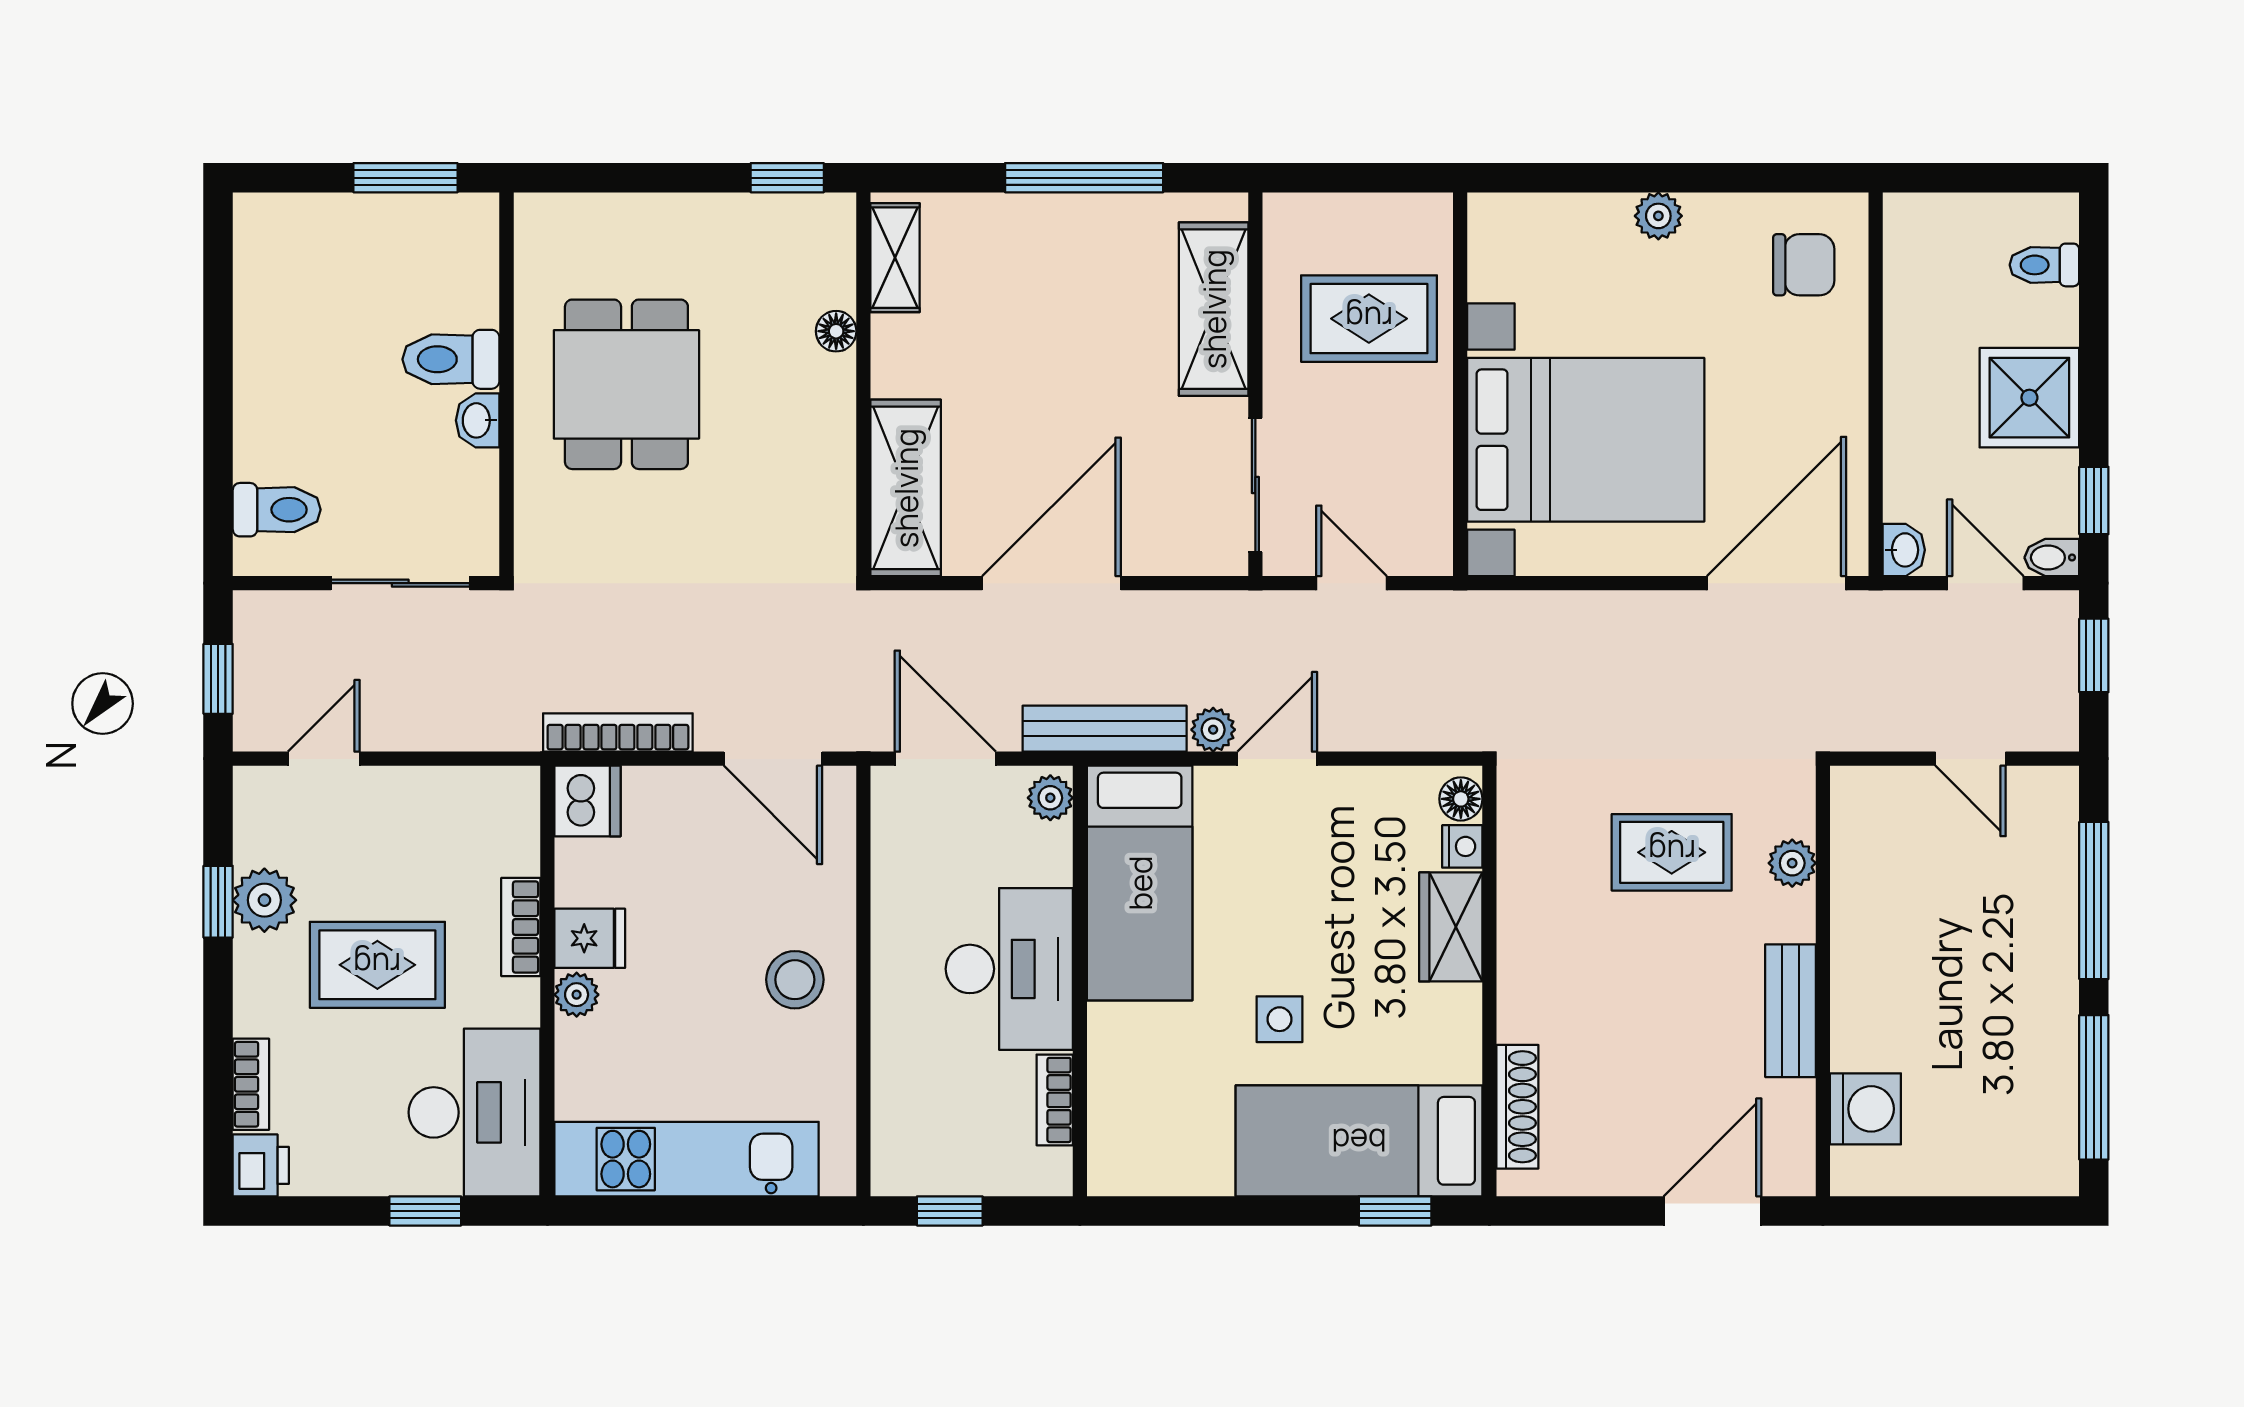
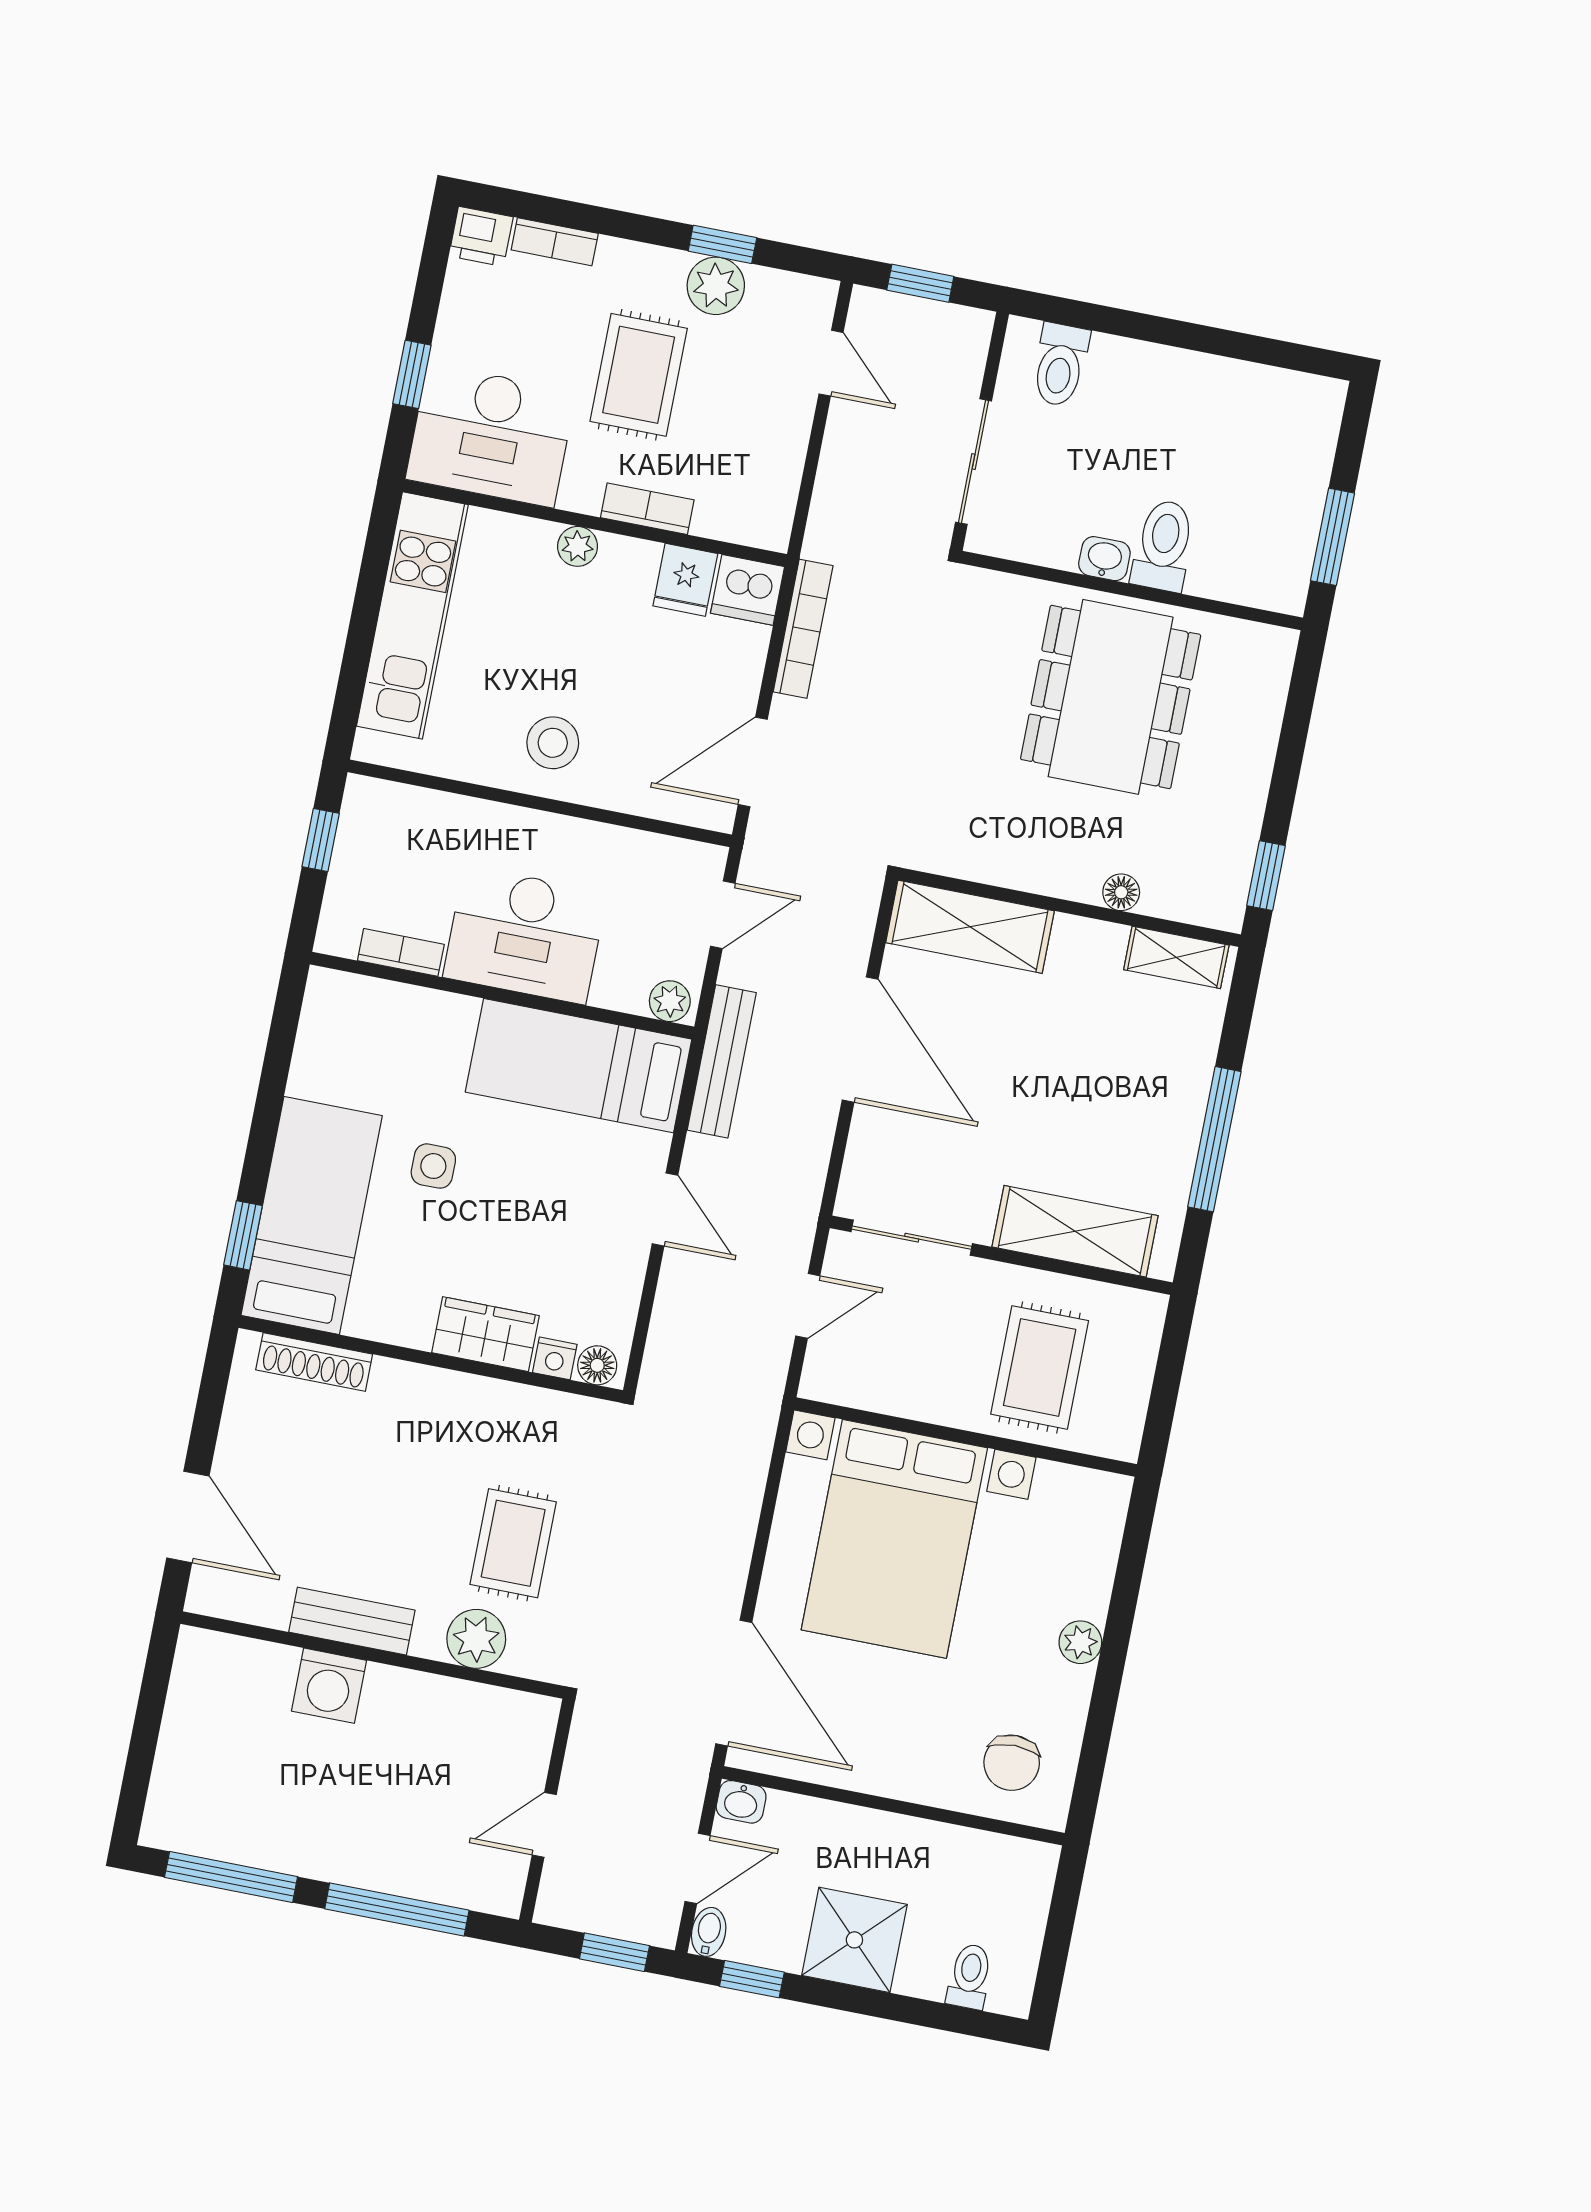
dining table: (626, 384) -> (1111, 697), width x1.38
plant: (1213, 730) -> (702, 1158), removed
door: (945, 759) -> (723, 915), width x0.73
plant: (1792, 863) -> (476, 1639), width x1.38, depth x1.38
fridge: (590, 938) -> (685, 580), moved
washing machine: (1865, 1109) -> (329, 1686), moved

